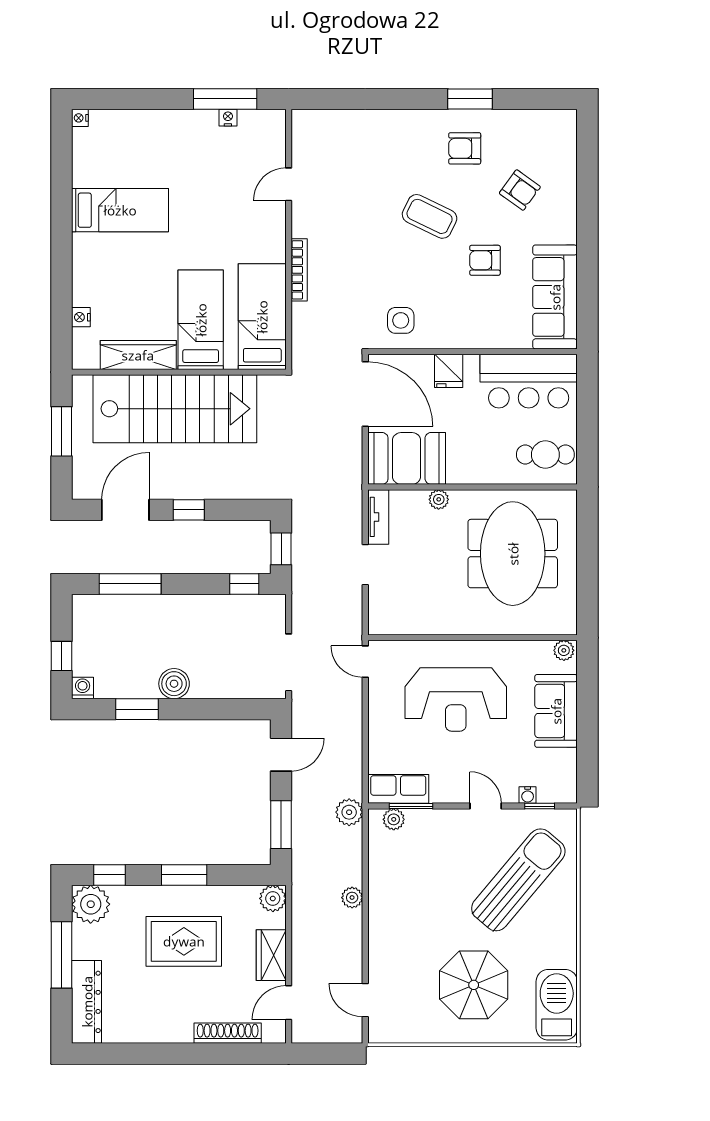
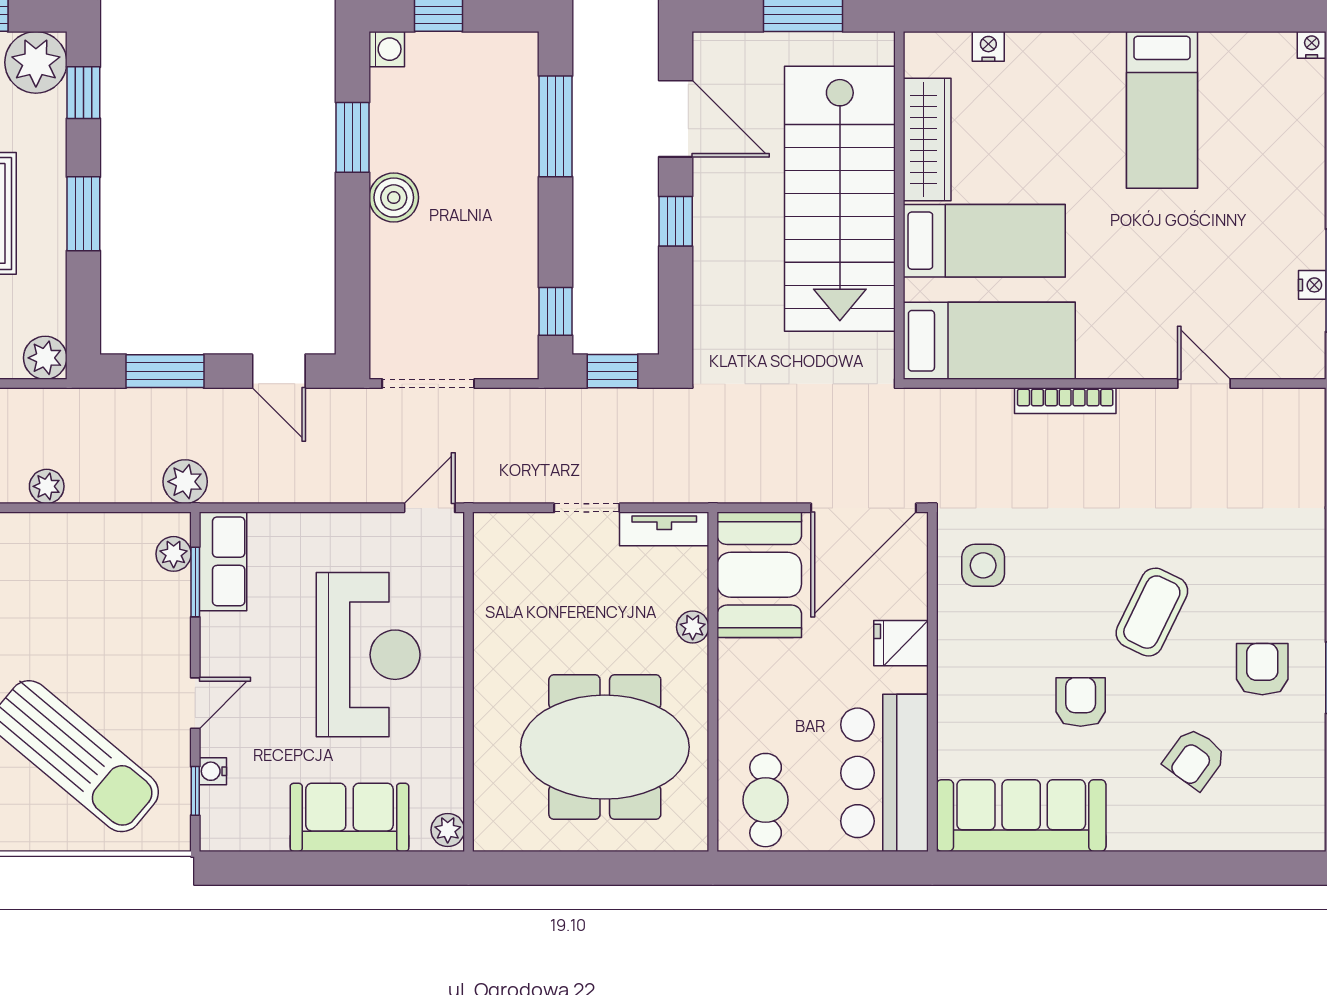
reception desk: (456, 699) -> (368, 655), turned 180

